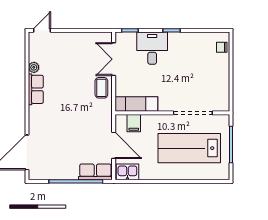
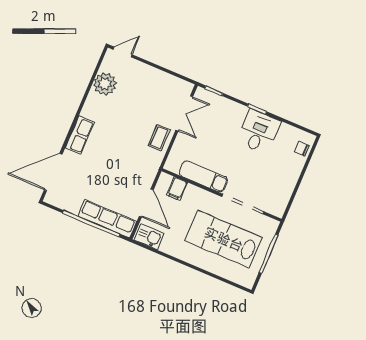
desk: (152, 48) -> (259, 131), moved
double door: (114, 59) -> (184, 113), swing flipped
plant: (34, 67) -> (105, 84), width x1.88, depth x1.88
row of seats: (36, 89) -> (80, 135), moved
exam couch: (136, 104) -> (203, 176), moved
row of seats: (95, 172) -> (107, 219), width x1.48

